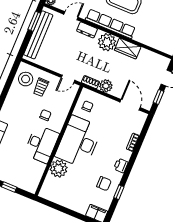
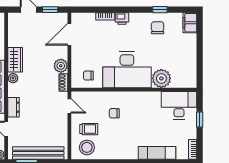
plant: (107, 42) -> (13, 78), width x0.53, depth x0.53
desk: (42, 144) -> (179, 105), moved
printer: (121, 166) -> (122, 19), moved

